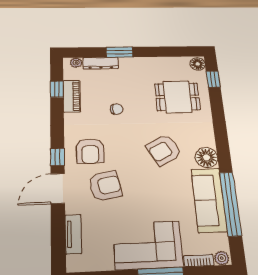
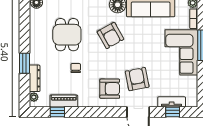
dining table: (177, 97) -> (67, 35), moved
window: (57, 157) -> (173, 112), moved

